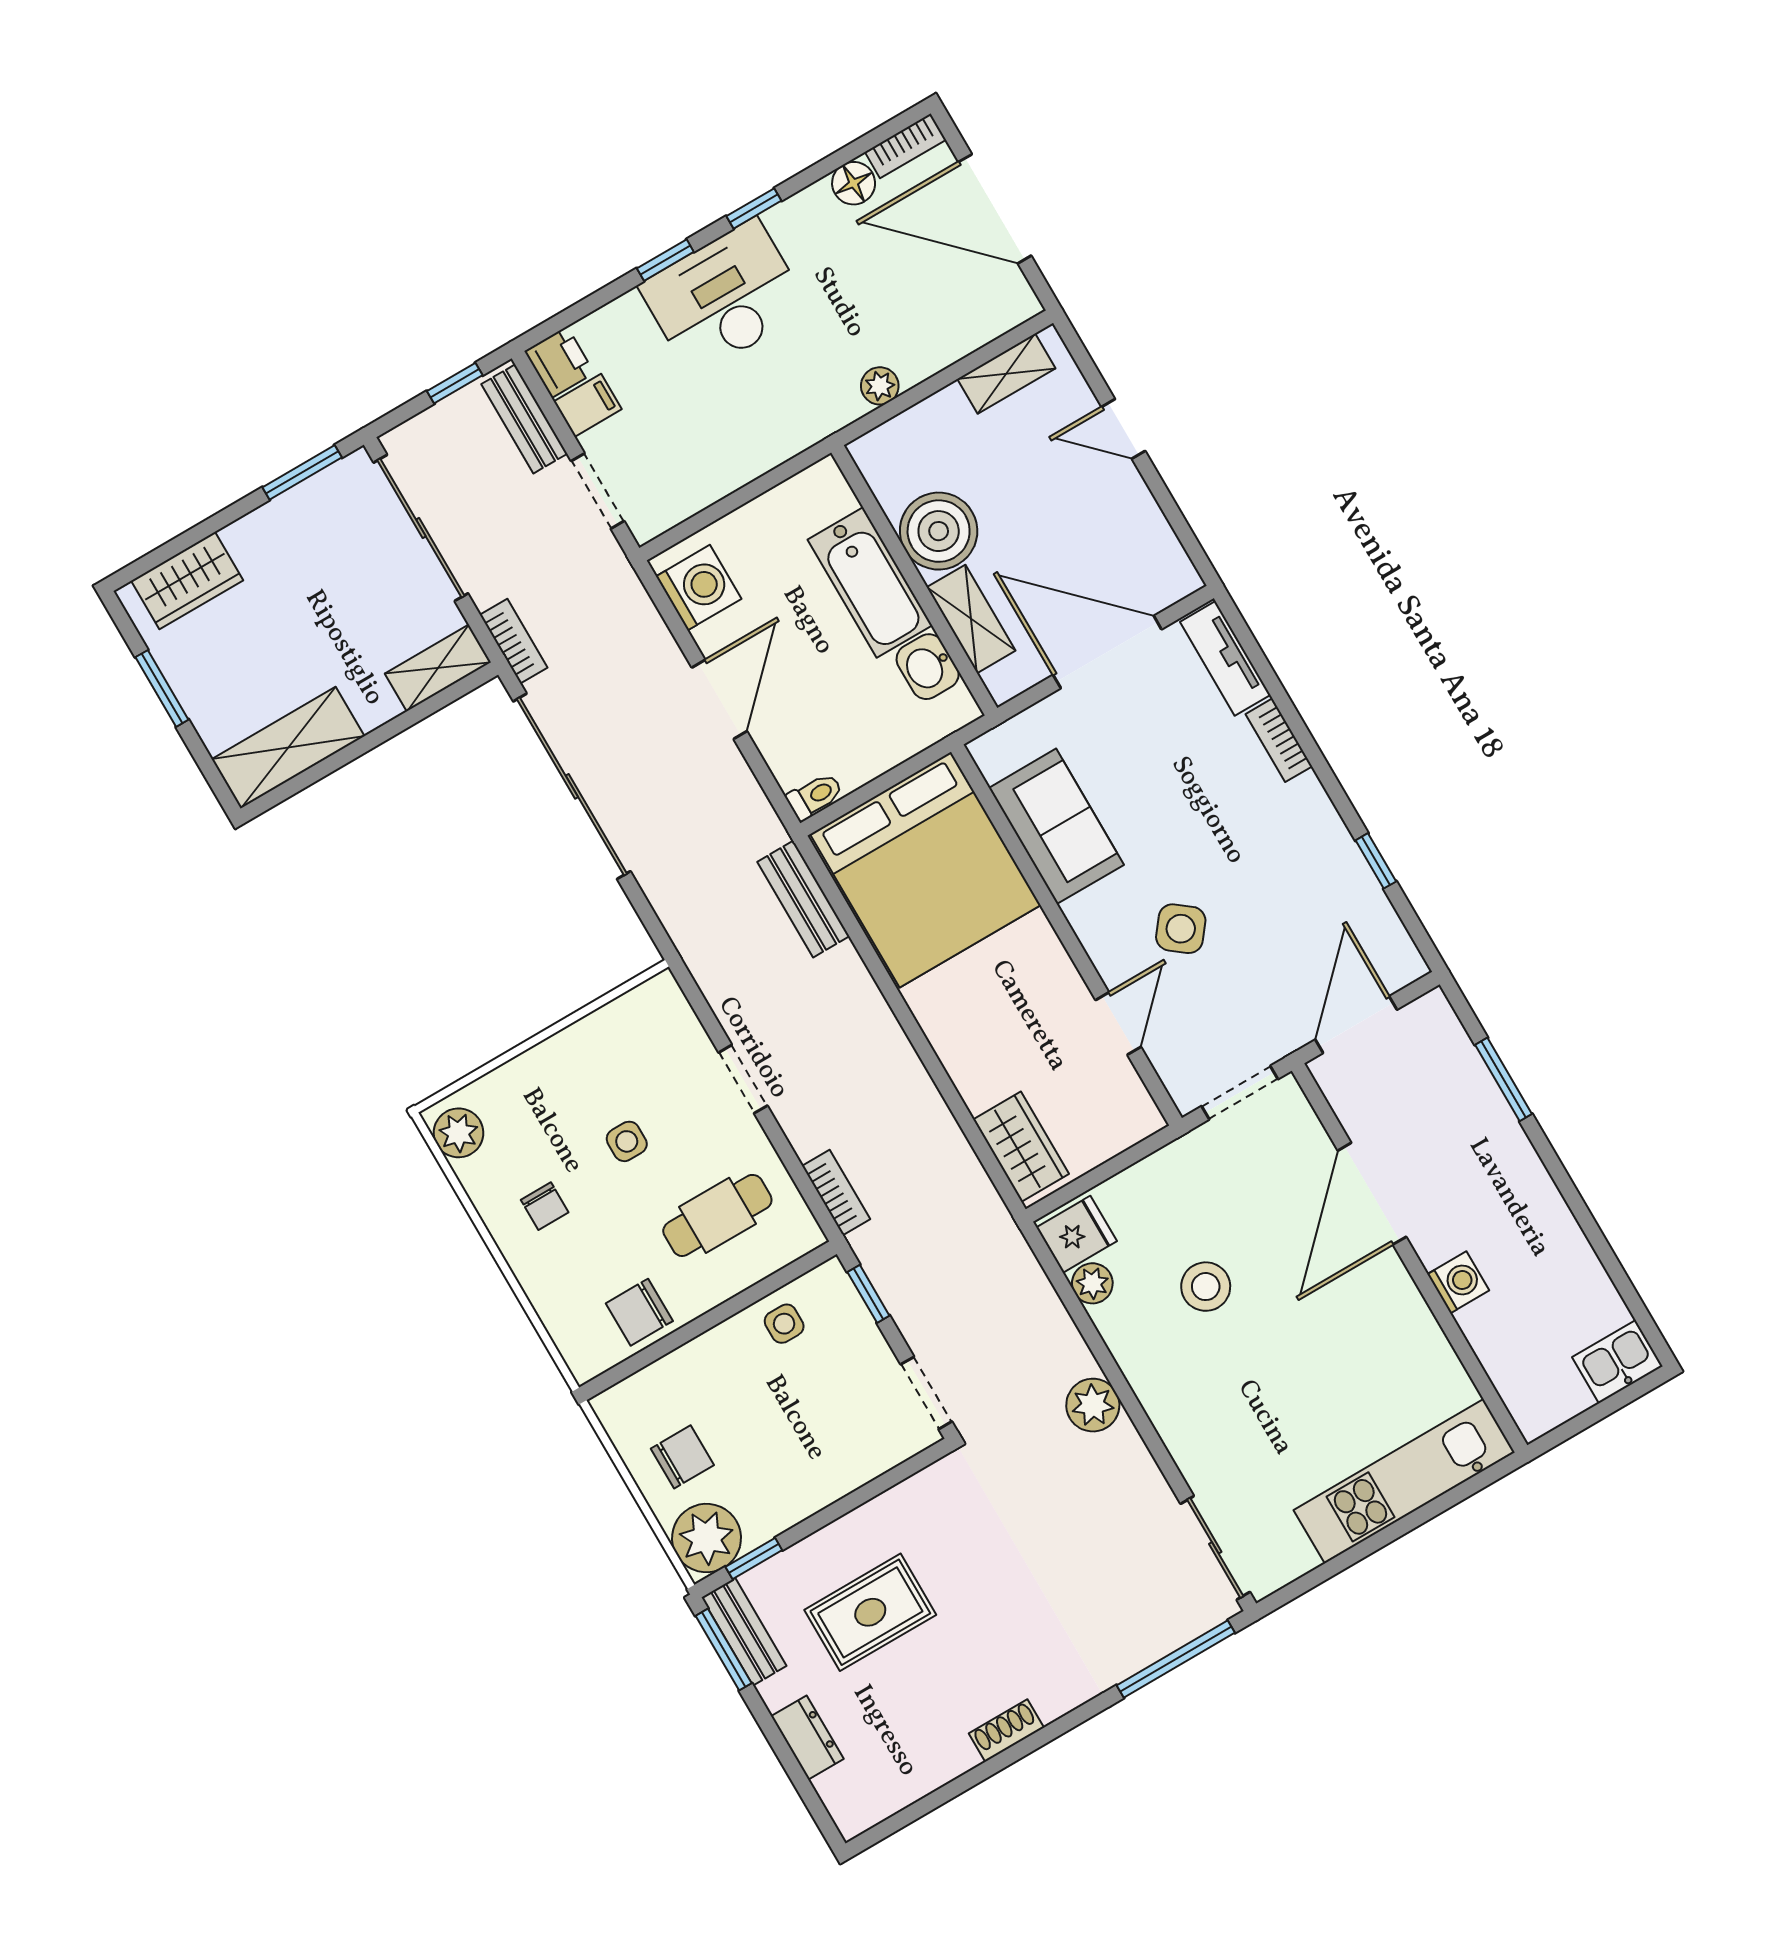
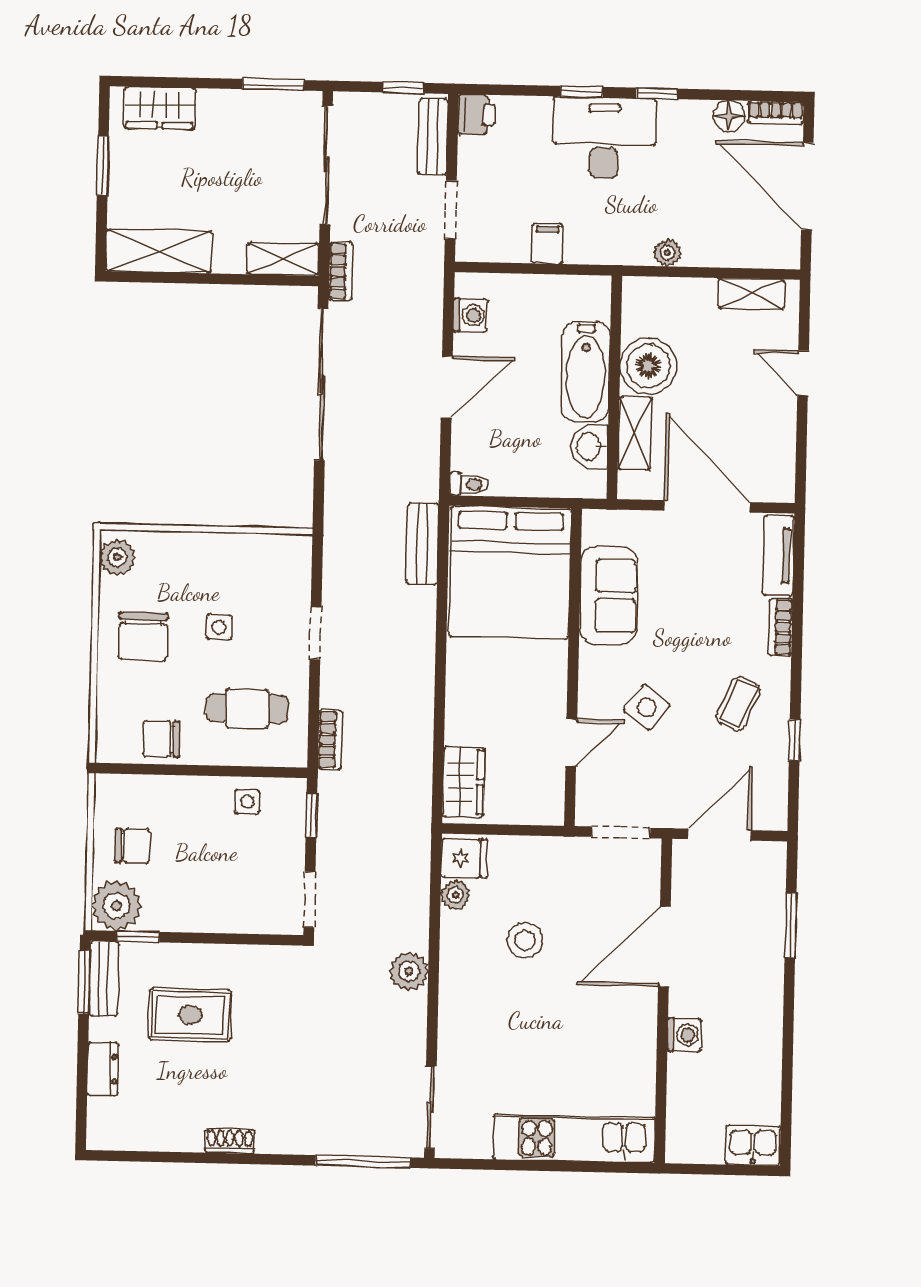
filing cabinet: (588, 405) -> (547, 243), moved, turned -90
washing machine: (699, 588) -> (470, 315), width x0.73, depth x0.73
coffee table: (1284, 859) -> (738, 704), added
chair: (545, 1206) -> (143, 636), width x1.87, depth x1.87

